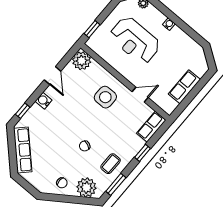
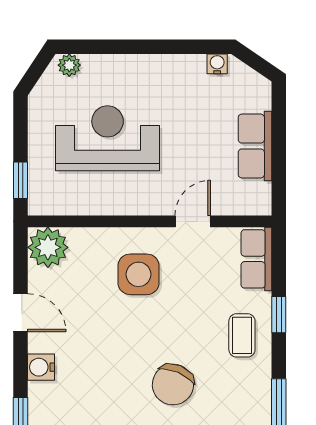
water cooler: (169, 24) -> (217, 64), moved
reception desk: (135, 40) -> (108, 138), turned 180
chair: (85, 146) -> (173, 385), width x1.87, depth x1.87
coffee table: (111, 164) -> (242, 335), moved

